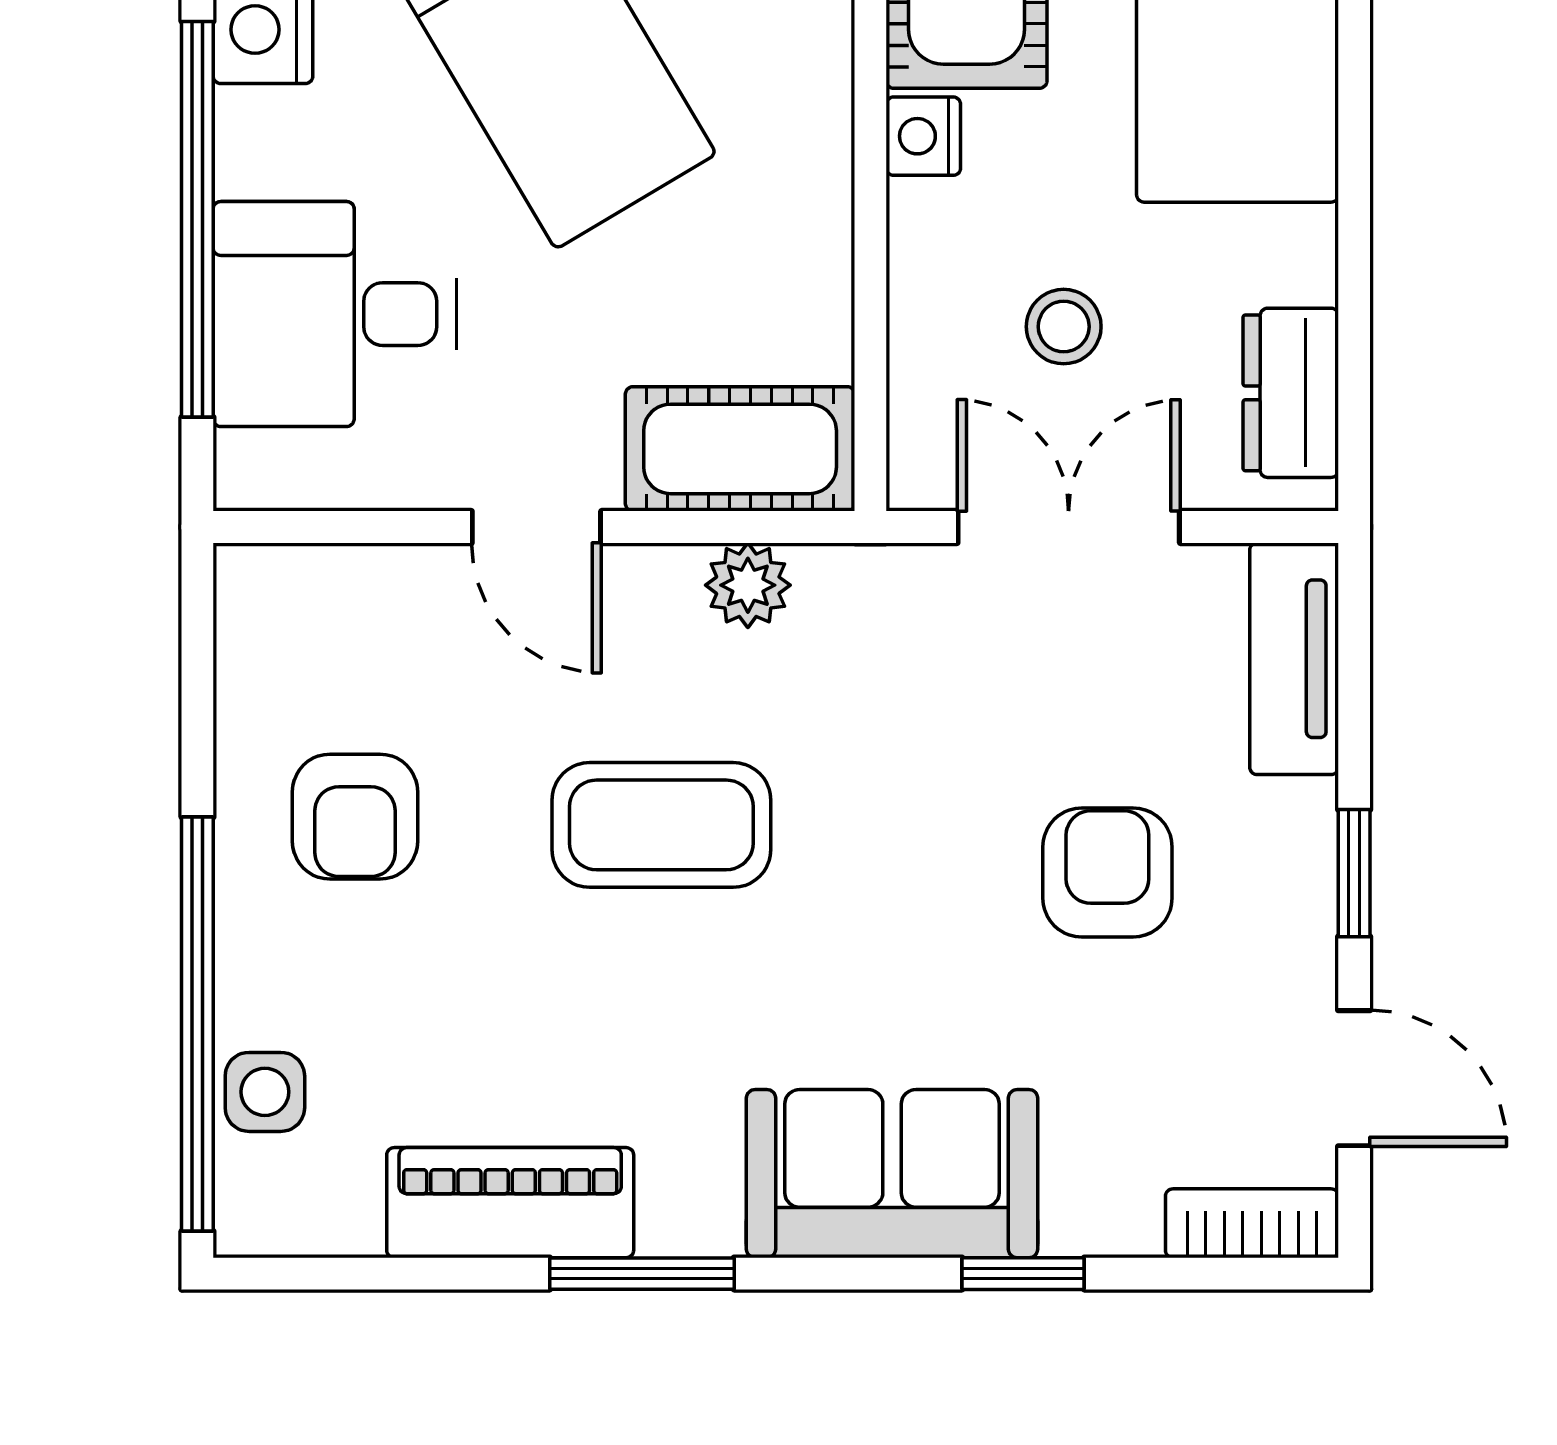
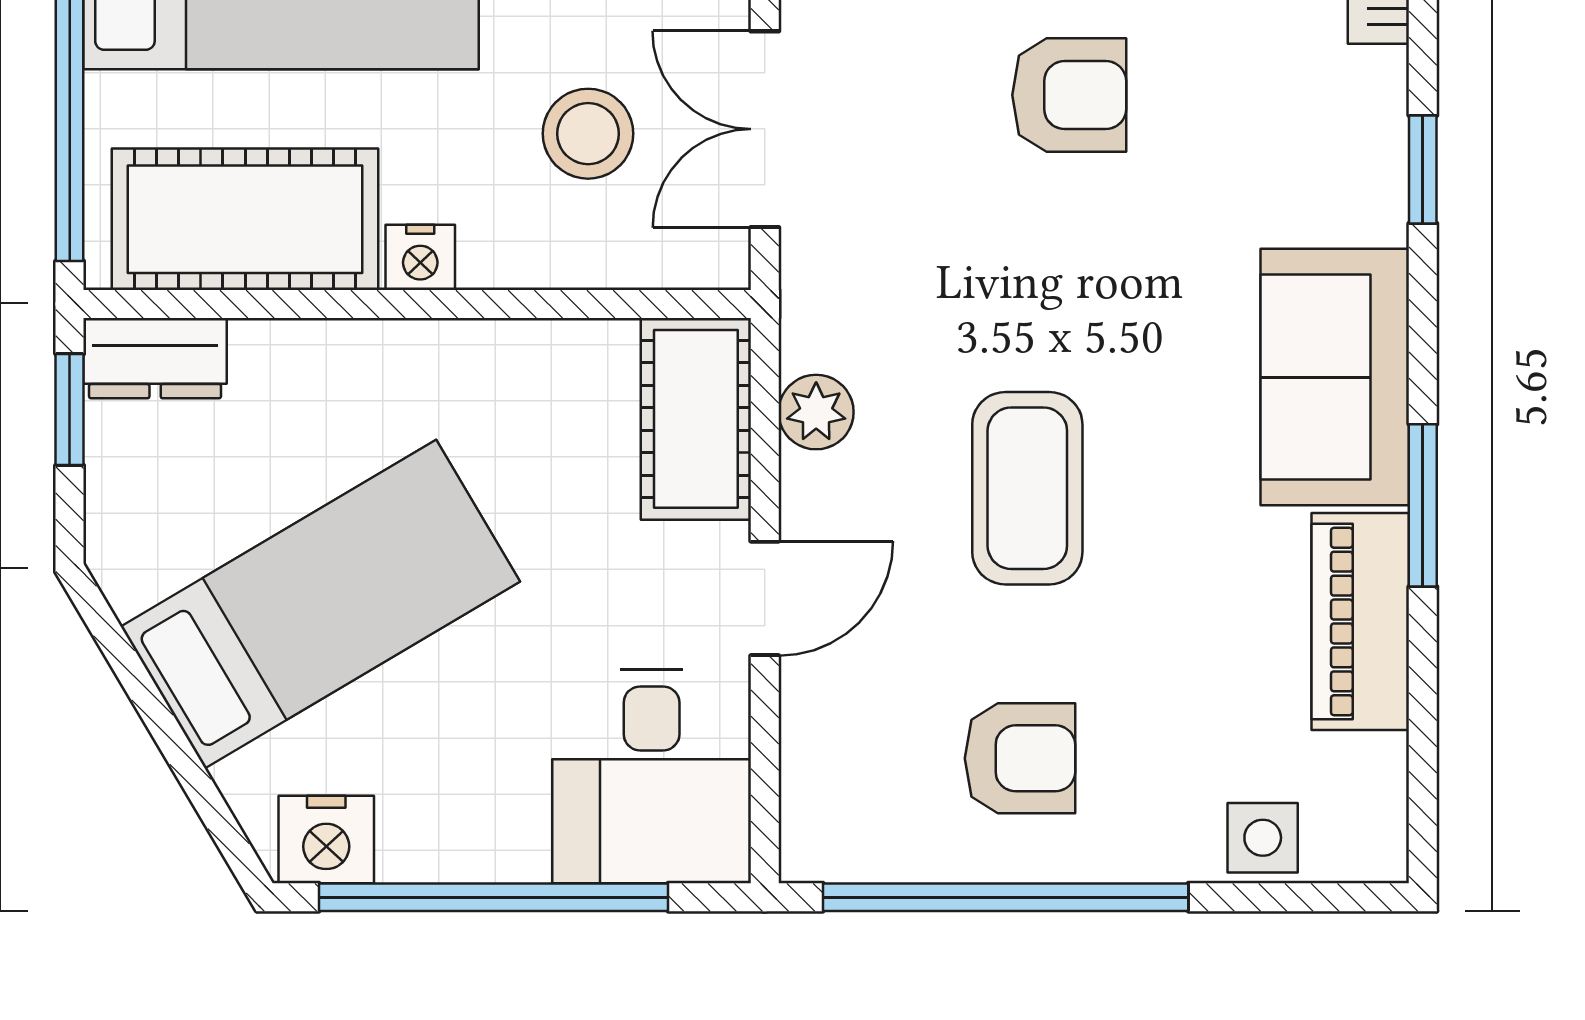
desk: (335, 314) -> (652, 776), moved
stool: (1064, 327) -> (588, 134), width x1.37, depth x1.37
armchair: (1107, 872) -> (1069, 95), turned 180
window: (197, 1024) -> (1006, 897), moved
sofa: (892, 1174) -> (1335, 377), moved

